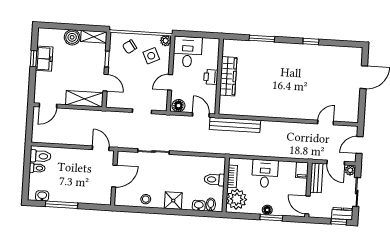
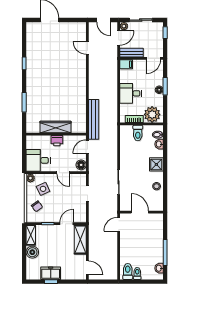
dresser: (342, 214) -> (158, 30), removed

